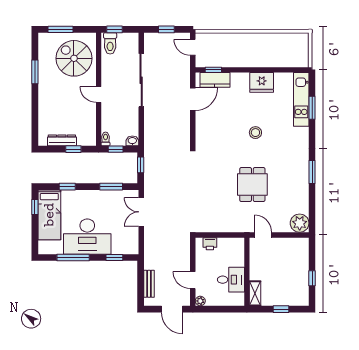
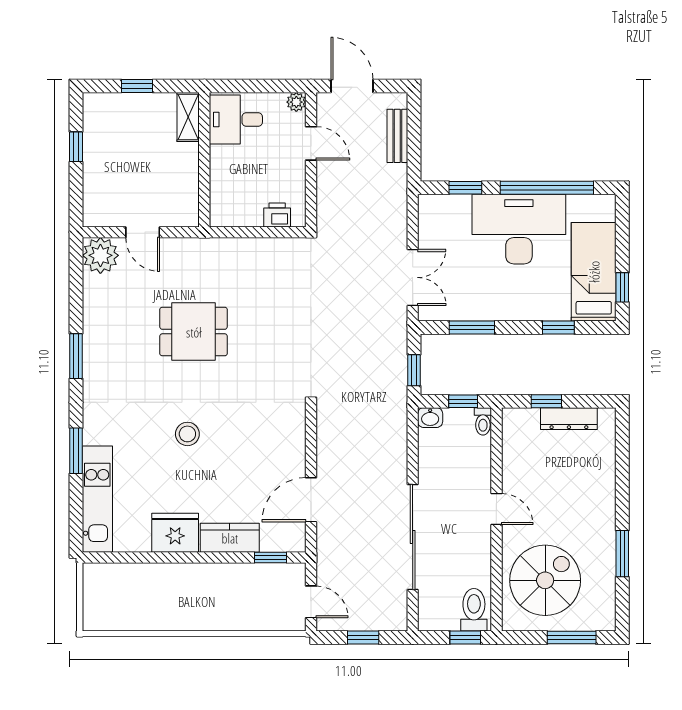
spiral stairs: (74, 58) -> (545, 580), turned -90
kitchen counter: (215, 80) -> (230, 538), moved
window: (312, 108) -> (76, 451), moved
dining table: (252, 185) -> (194, 332), turned 90
door: (263, 235) -> (143, 232), moved
window: (73, 258) -> (547, 188), width x1.46
desk: (231, 280) -> (236, 120), moved

